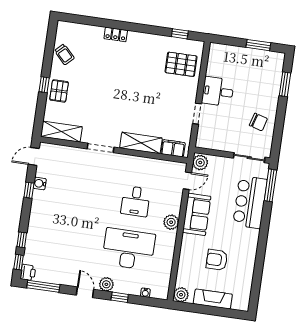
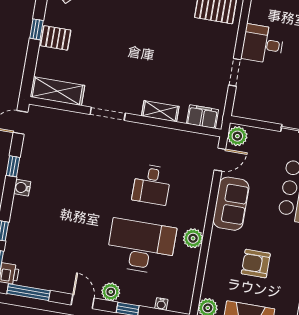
pallet: (59, 91) -> (56, 38), turned 90
shelving: (141, 143) -> (160, 111), width x0.67, depth x0.75
water cooler: (40, 183) -> (22, 188), moved
plant: (171, 222) -> (193, 238), moved

